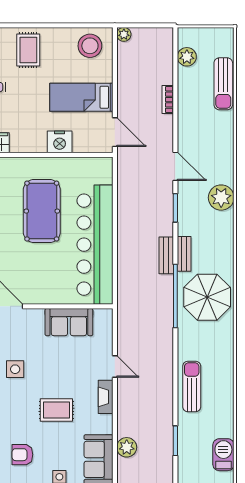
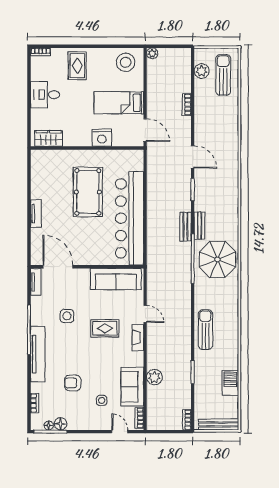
sun lounger: (223, 84) -> (223, 75), moved, turned 180
plant: (221, 198) -> (229, 181), removed
sofa: (69, 322) -> (116, 279), width x1.36
rug: (56, 410) -> (105, 328), moved

